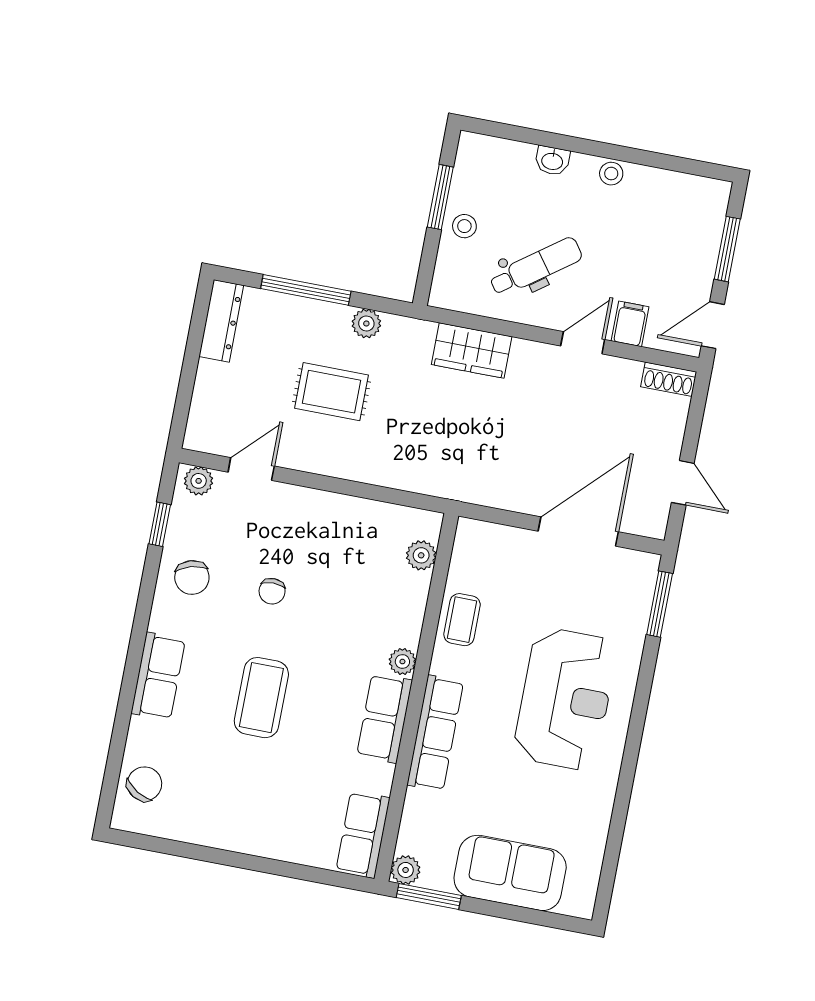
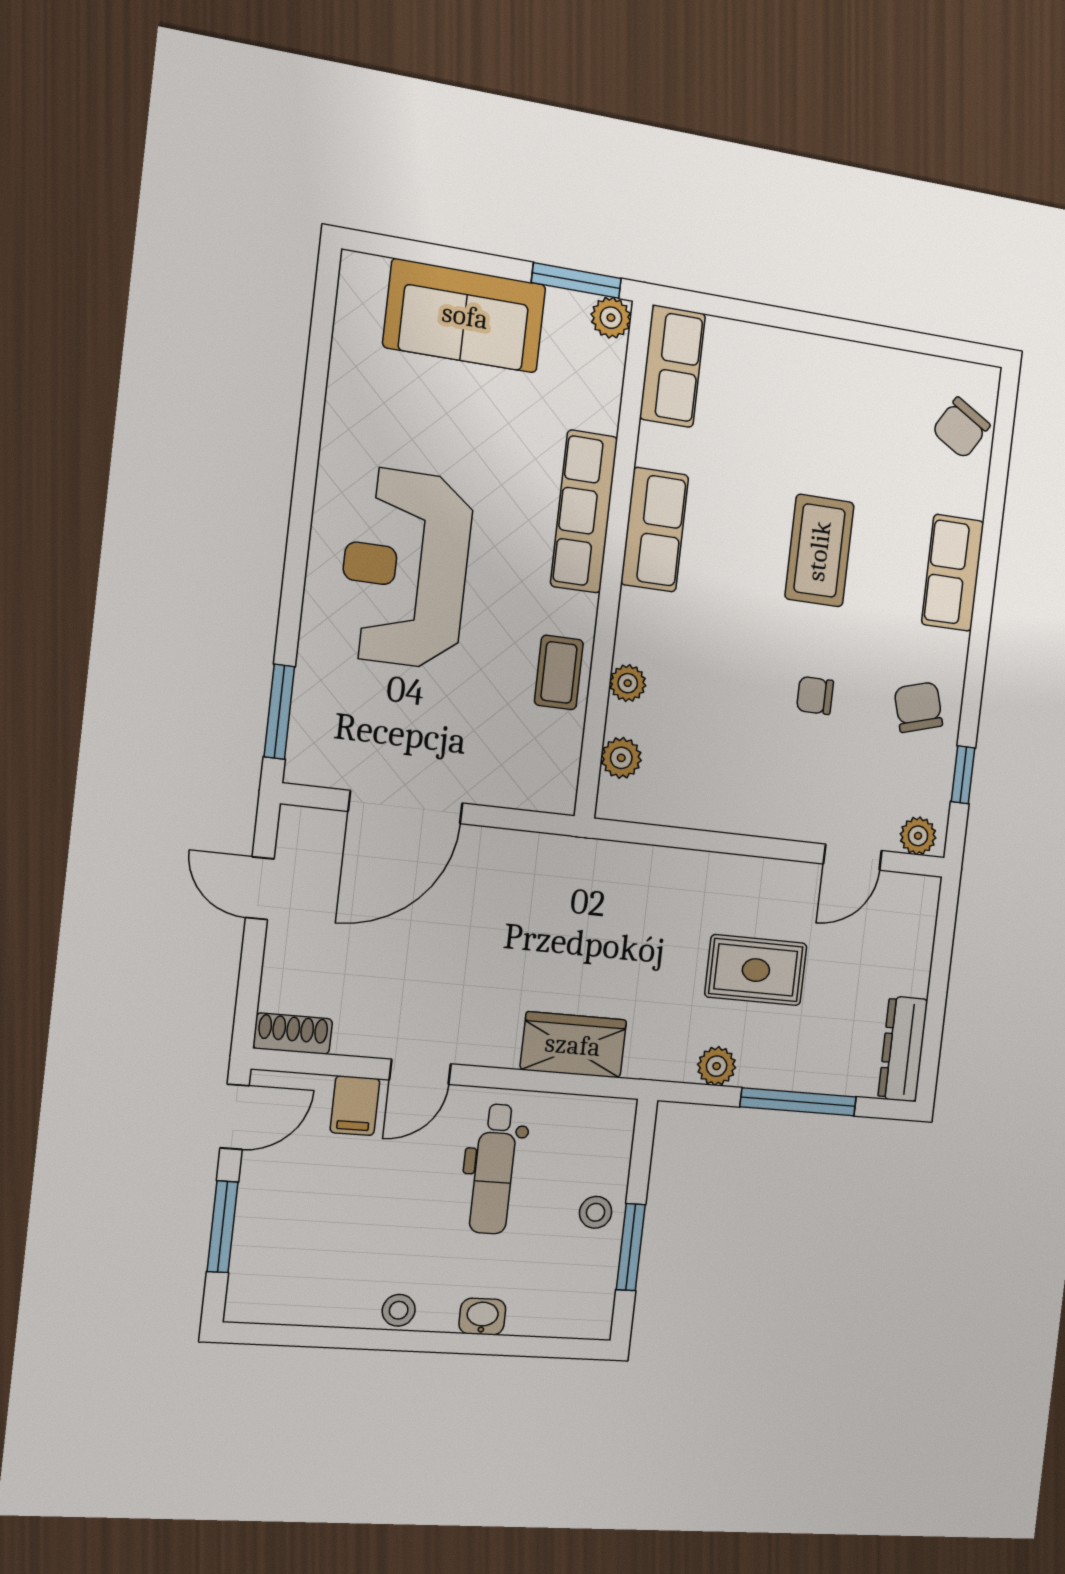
dental chair: (536, 267) -> (494, 1169), turned -54
chair: (272, 591) -> (815, 695), turned -90
plant: (402, 662) -> (628, 683), moved

